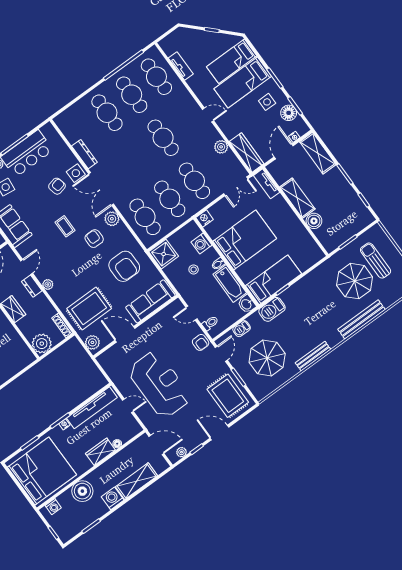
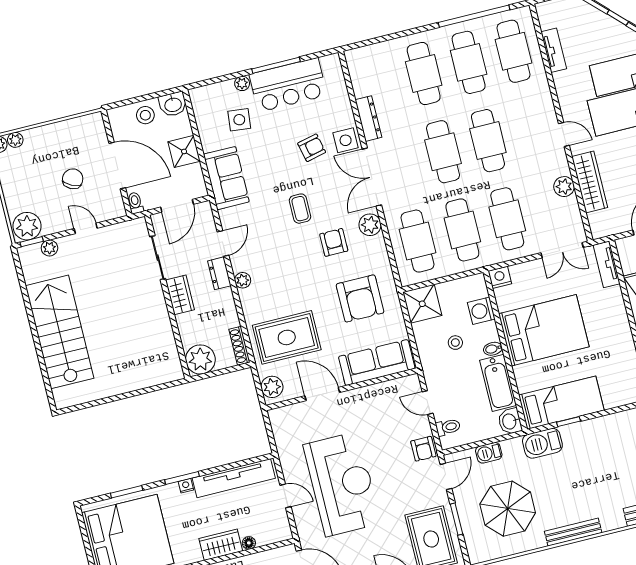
wardrobe: (247, 153) -> (590, 182), moved
cafe table: (138, 156) -> (443, 152), added

